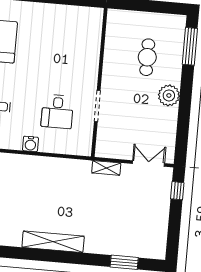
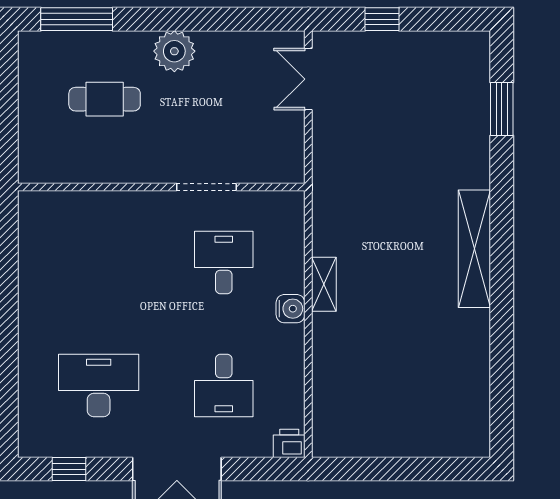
desk: (57, 111) -> (224, 263), turned -90
shelving: (106, 168) -> (324, 284), moved
window: (177, 191) -> (382, 19), moved

